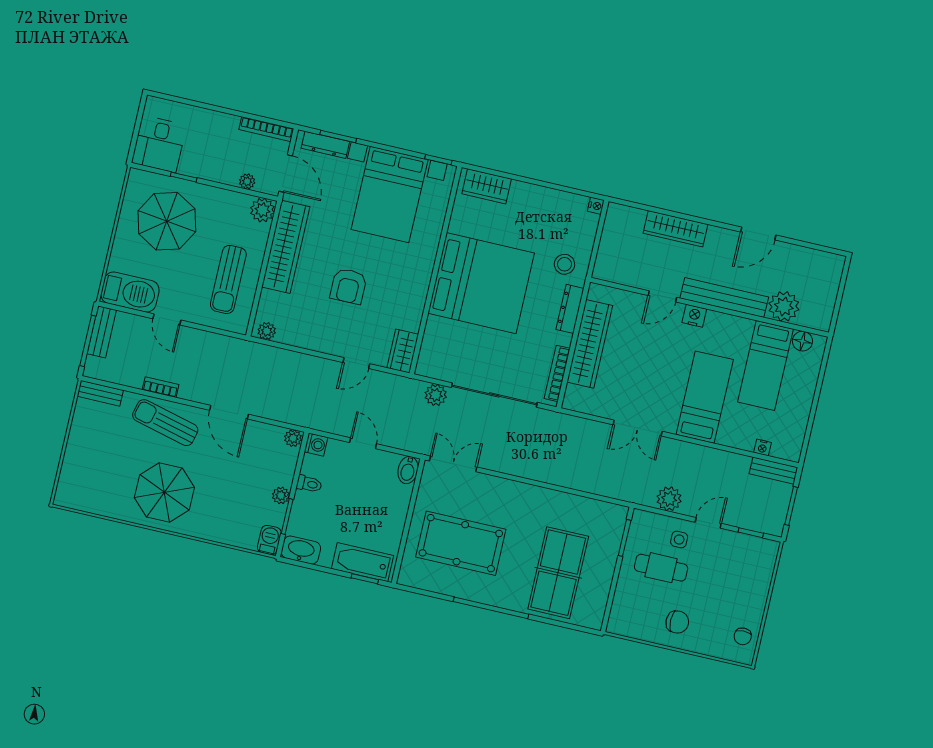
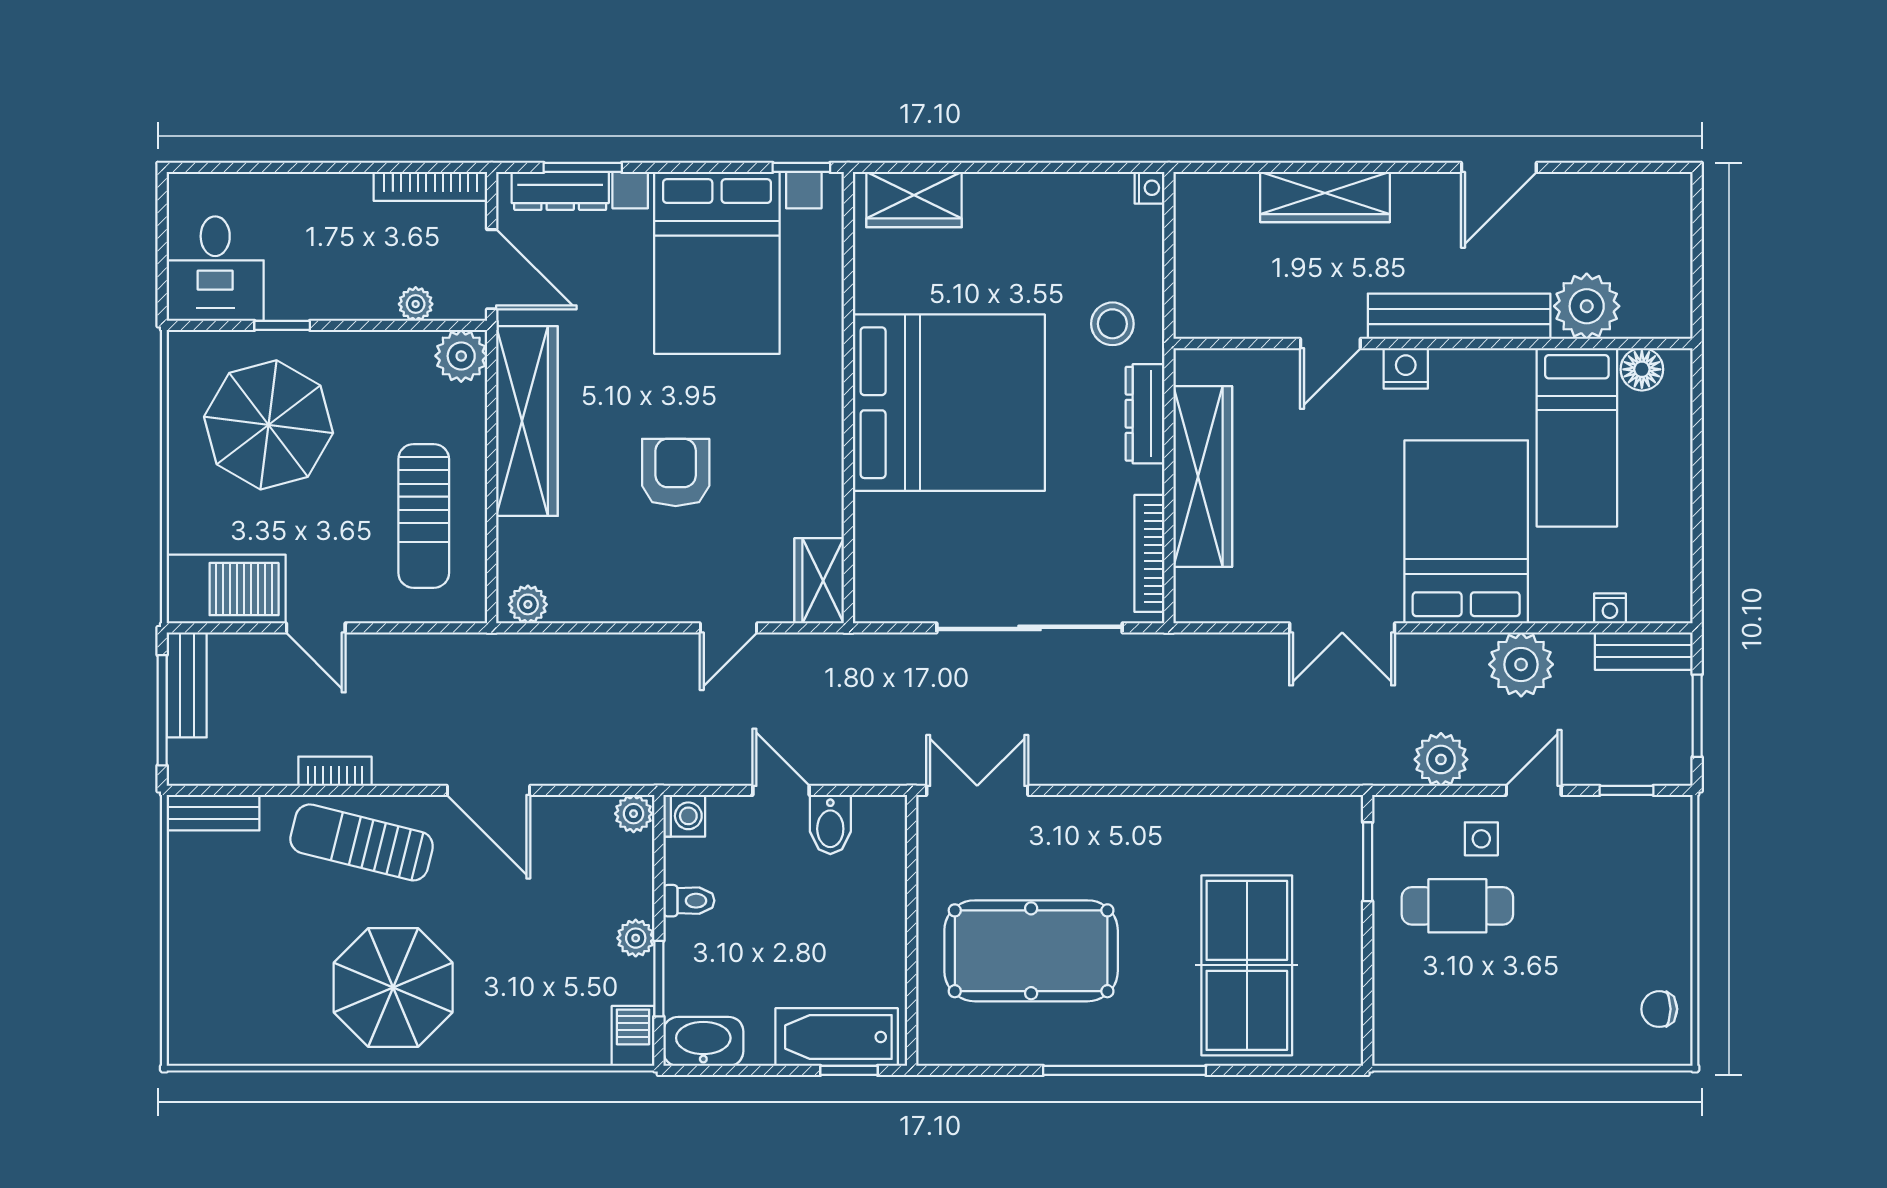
armchair: (348, 286) -> (676, 472), turned 180
plant: (436, 395) -> (1521, 664), moved, width x1.36, depth x1.36
bed: (705, 397) -> (1466, 532), width x1.50
bidet: (408, 470) -> (830, 825), moved
chair: (677, 622) -> (1517, 1011), removed
chair: (743, 636) -> (1659, 1009), turned 90

